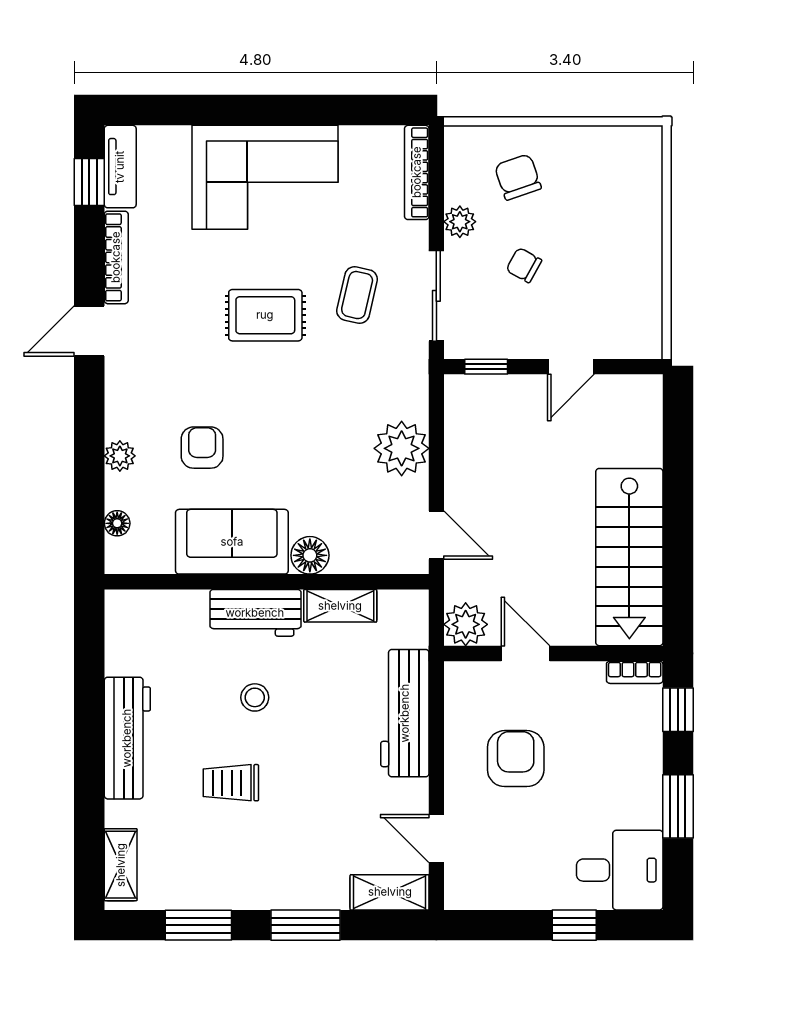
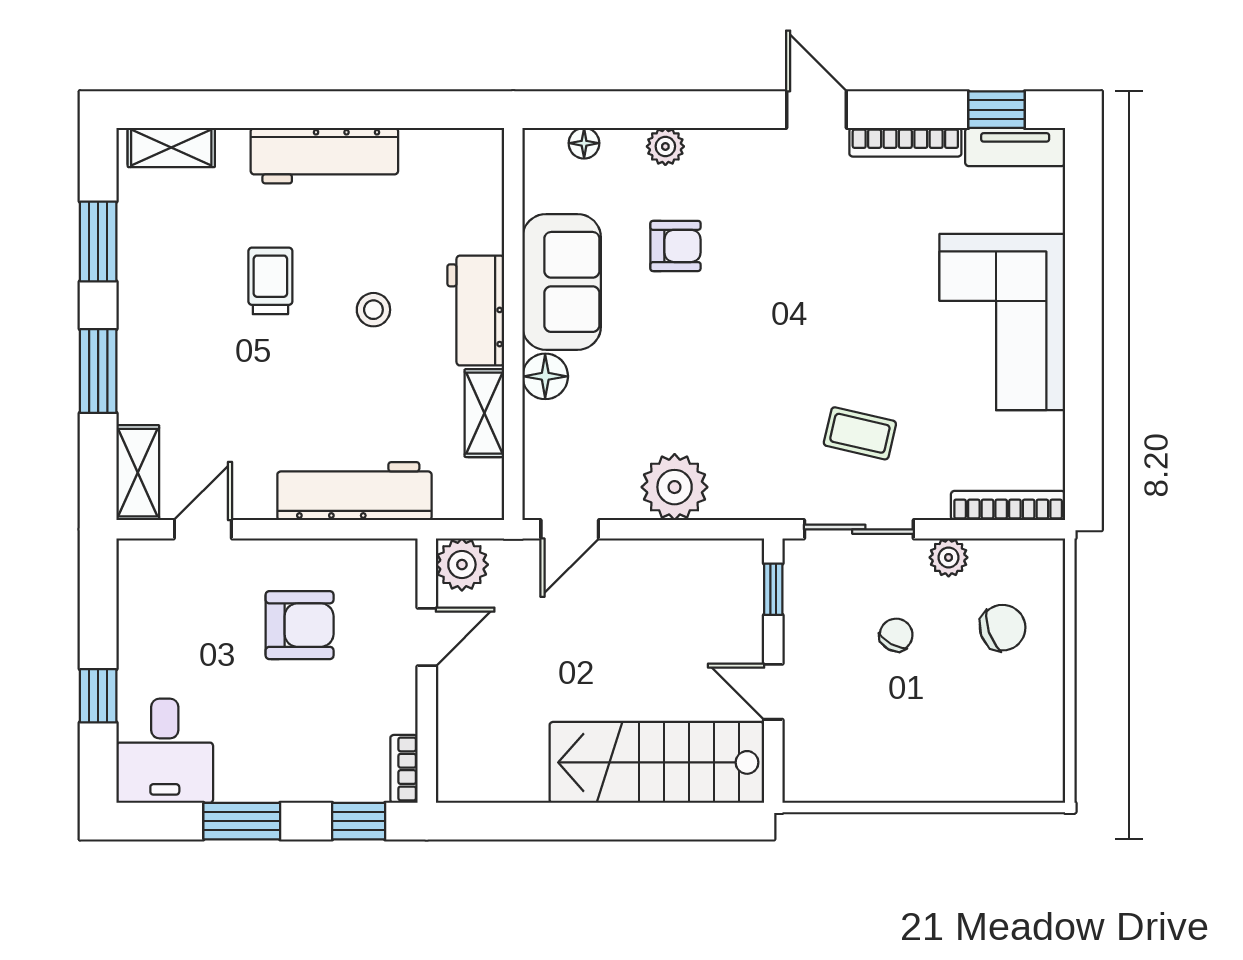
rug: (265, 315) -> (836, 322), removed
stairs: (629, 557) -> (657, 762), moved

